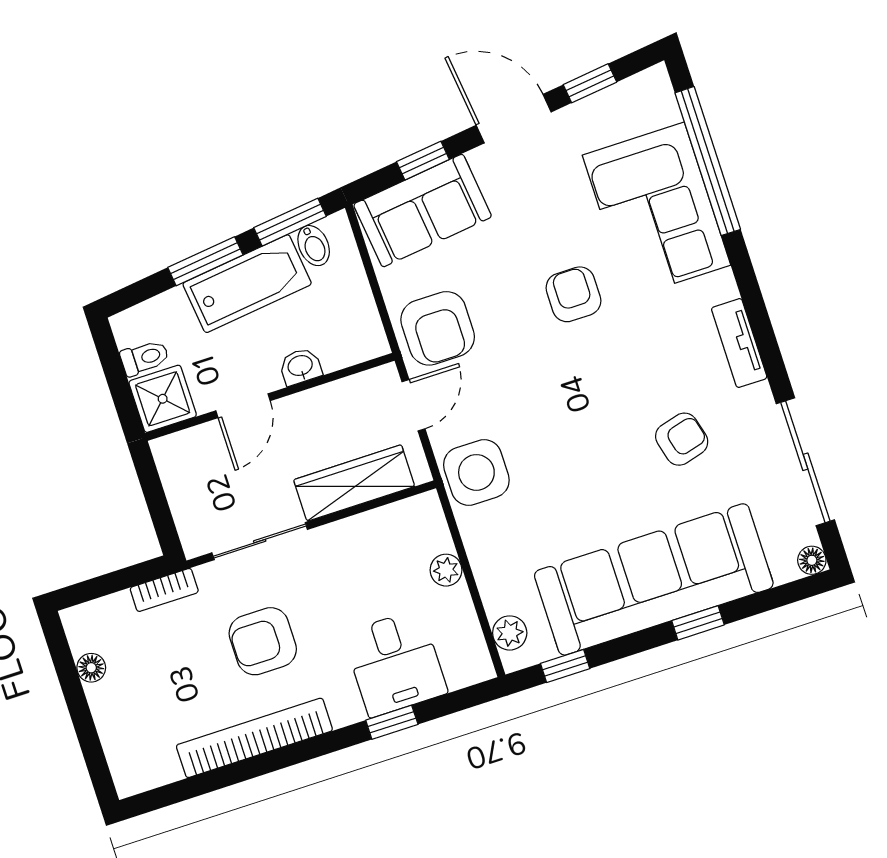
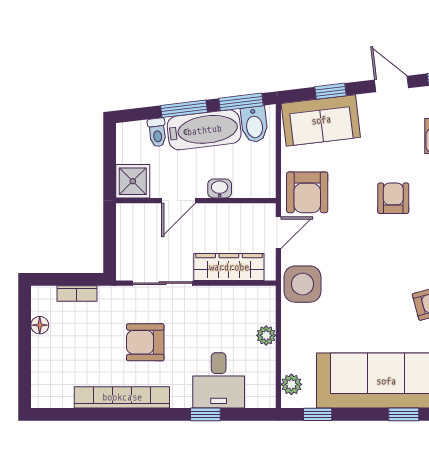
door: (514, 119) -> (392, 84), width x0.73
bidet: (314, 246) -> (254, 124), width x1.38, depth x1.36
toilet: (145, 358) -> (157, 132), moved, turned 83
bookcase: (164, 590) -> (77, 294), moved

